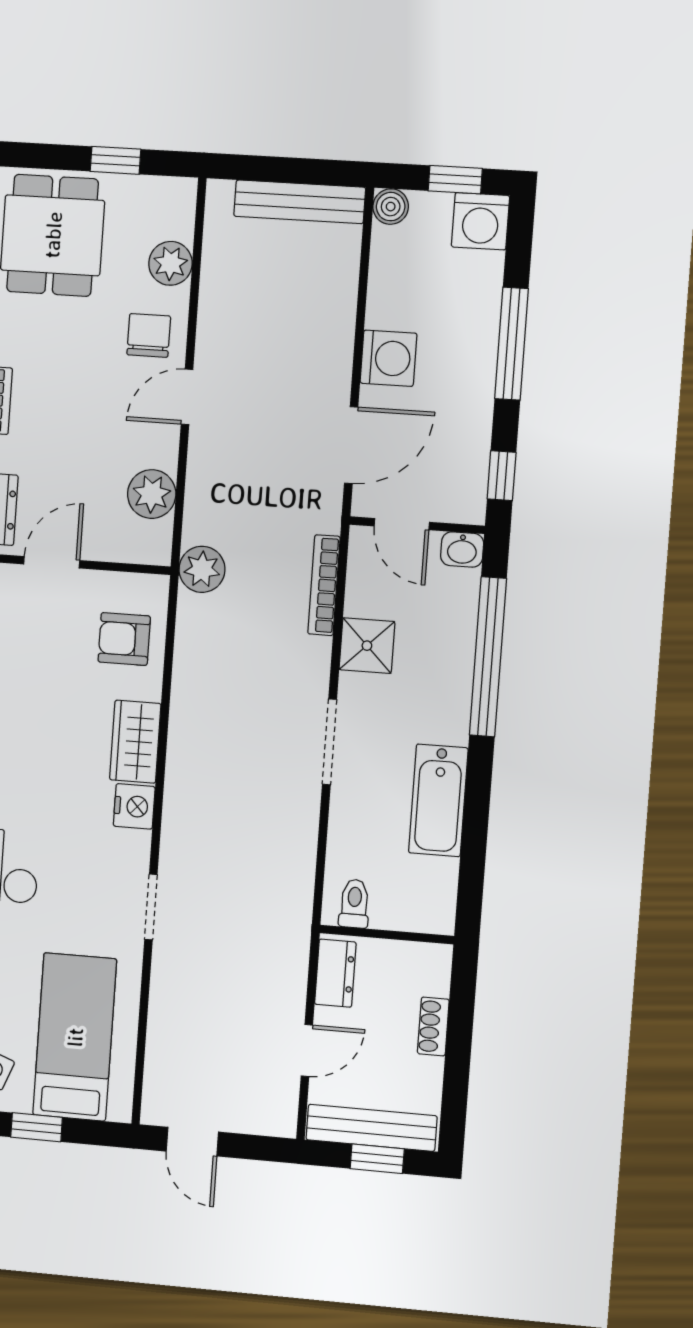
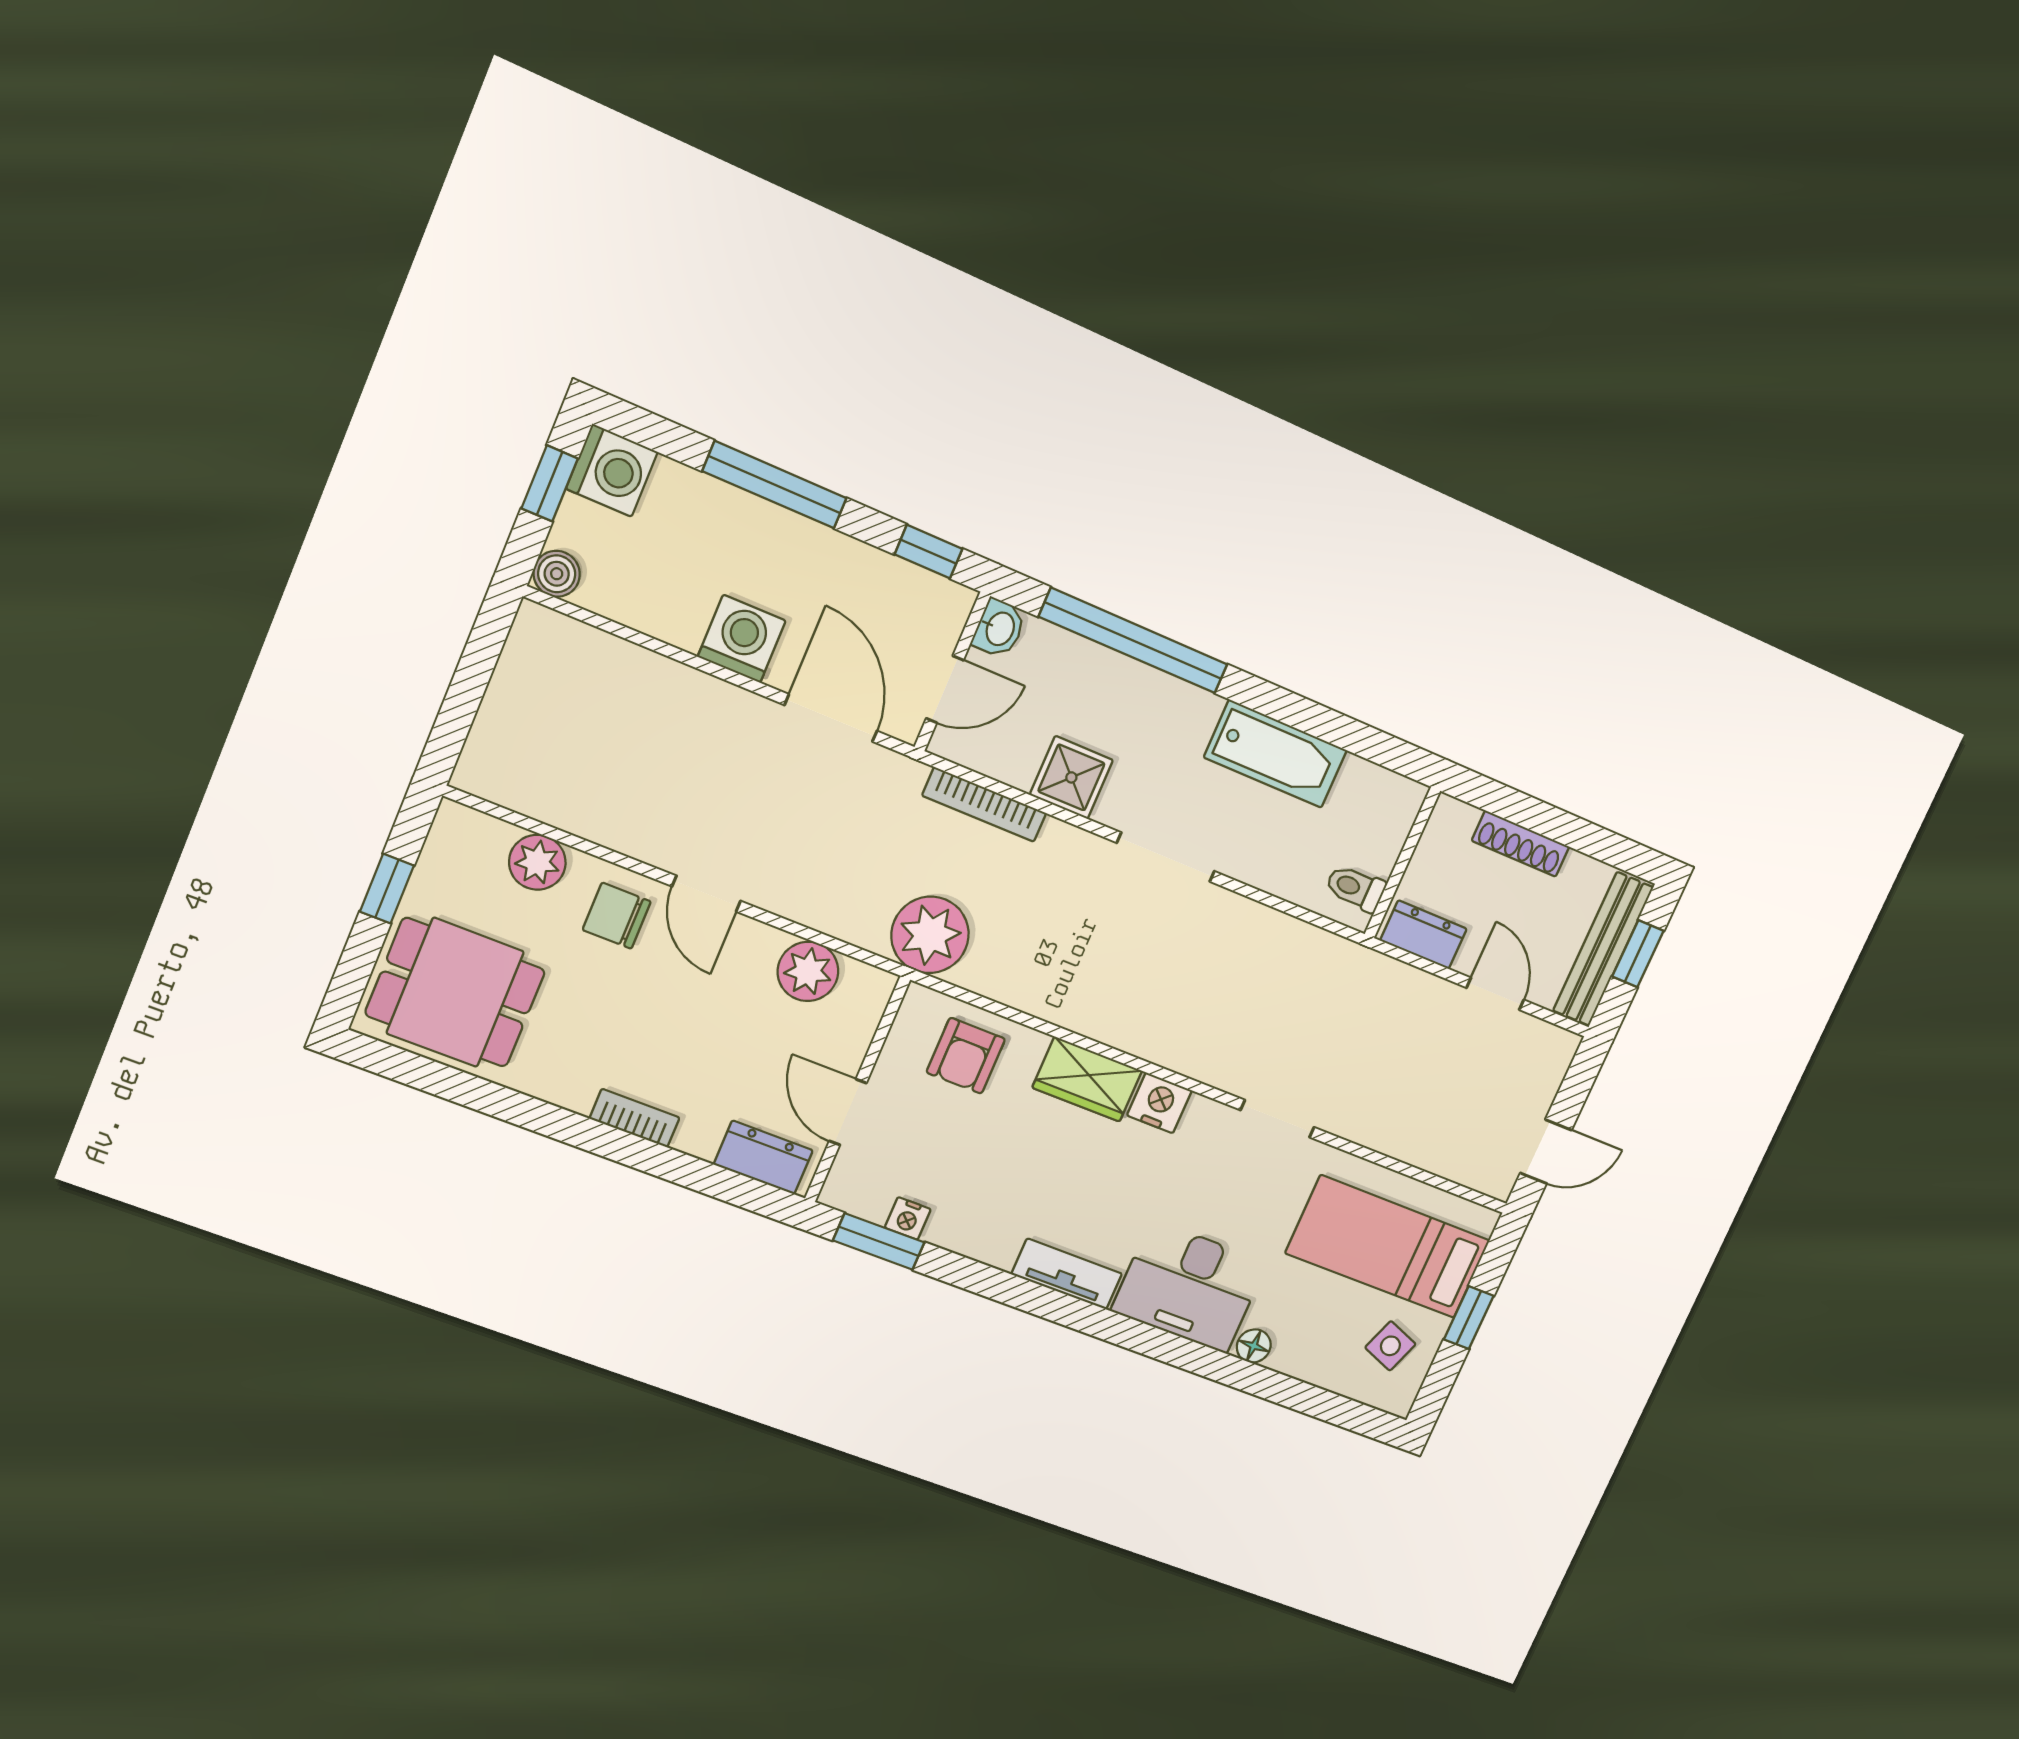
bench: (300, 202) -> (514, 682), removed
plant: (202, 569) -> (930, 935), width x1.36, depth x1.36
shoe rack: (433, 1026) -> (1521, 844), width x1.43

